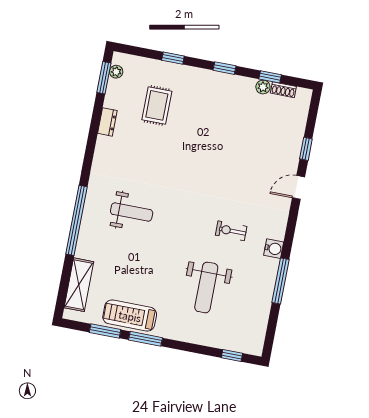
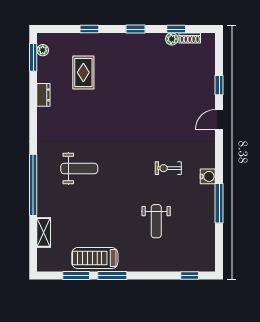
shelving: (79, 285) -> (44, 232), width x0.67, depth x0.75
weight bench: (206, 287) -> (156, 221), width x0.73, depth x0.75

